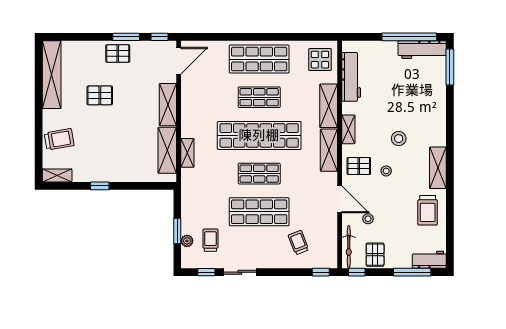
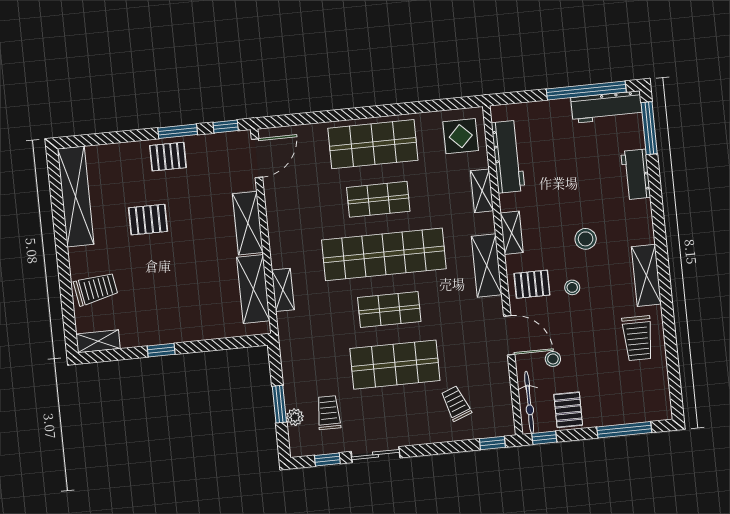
shelving: (329, 106) -> (482, 191), width x0.67, depth x0.75
workbench: (429, 260) -> (636, 174), moved, turned -90

